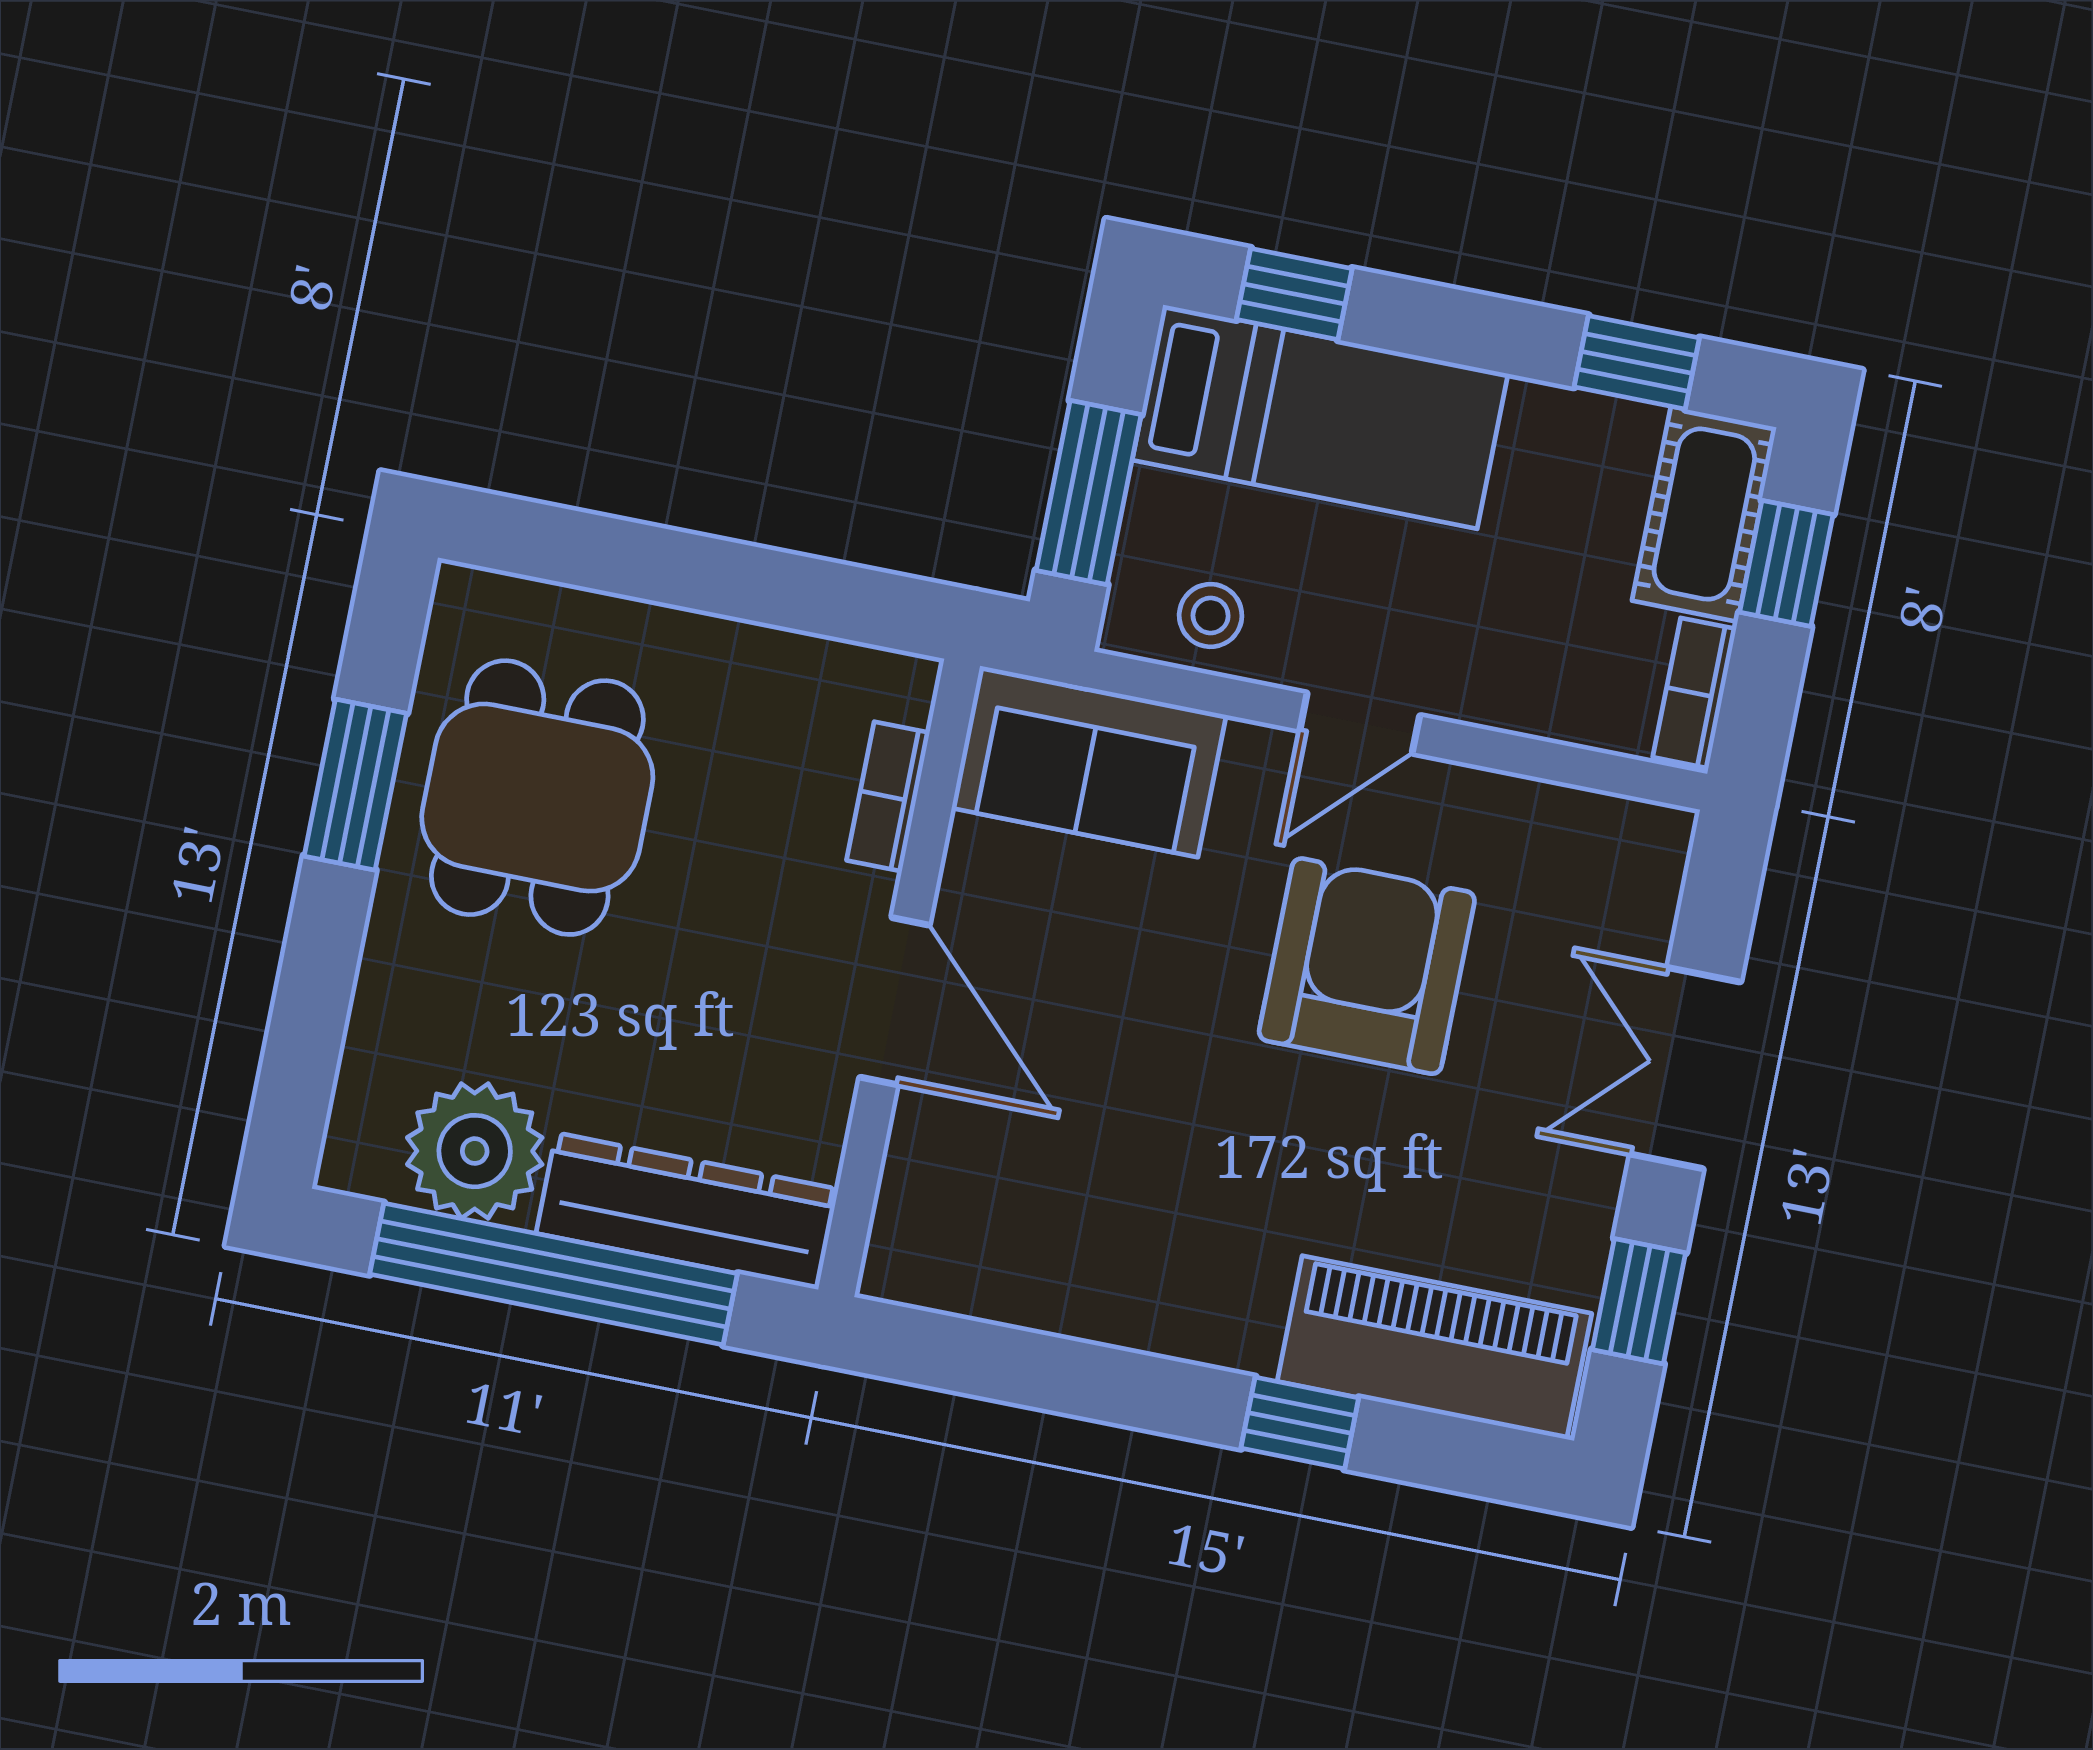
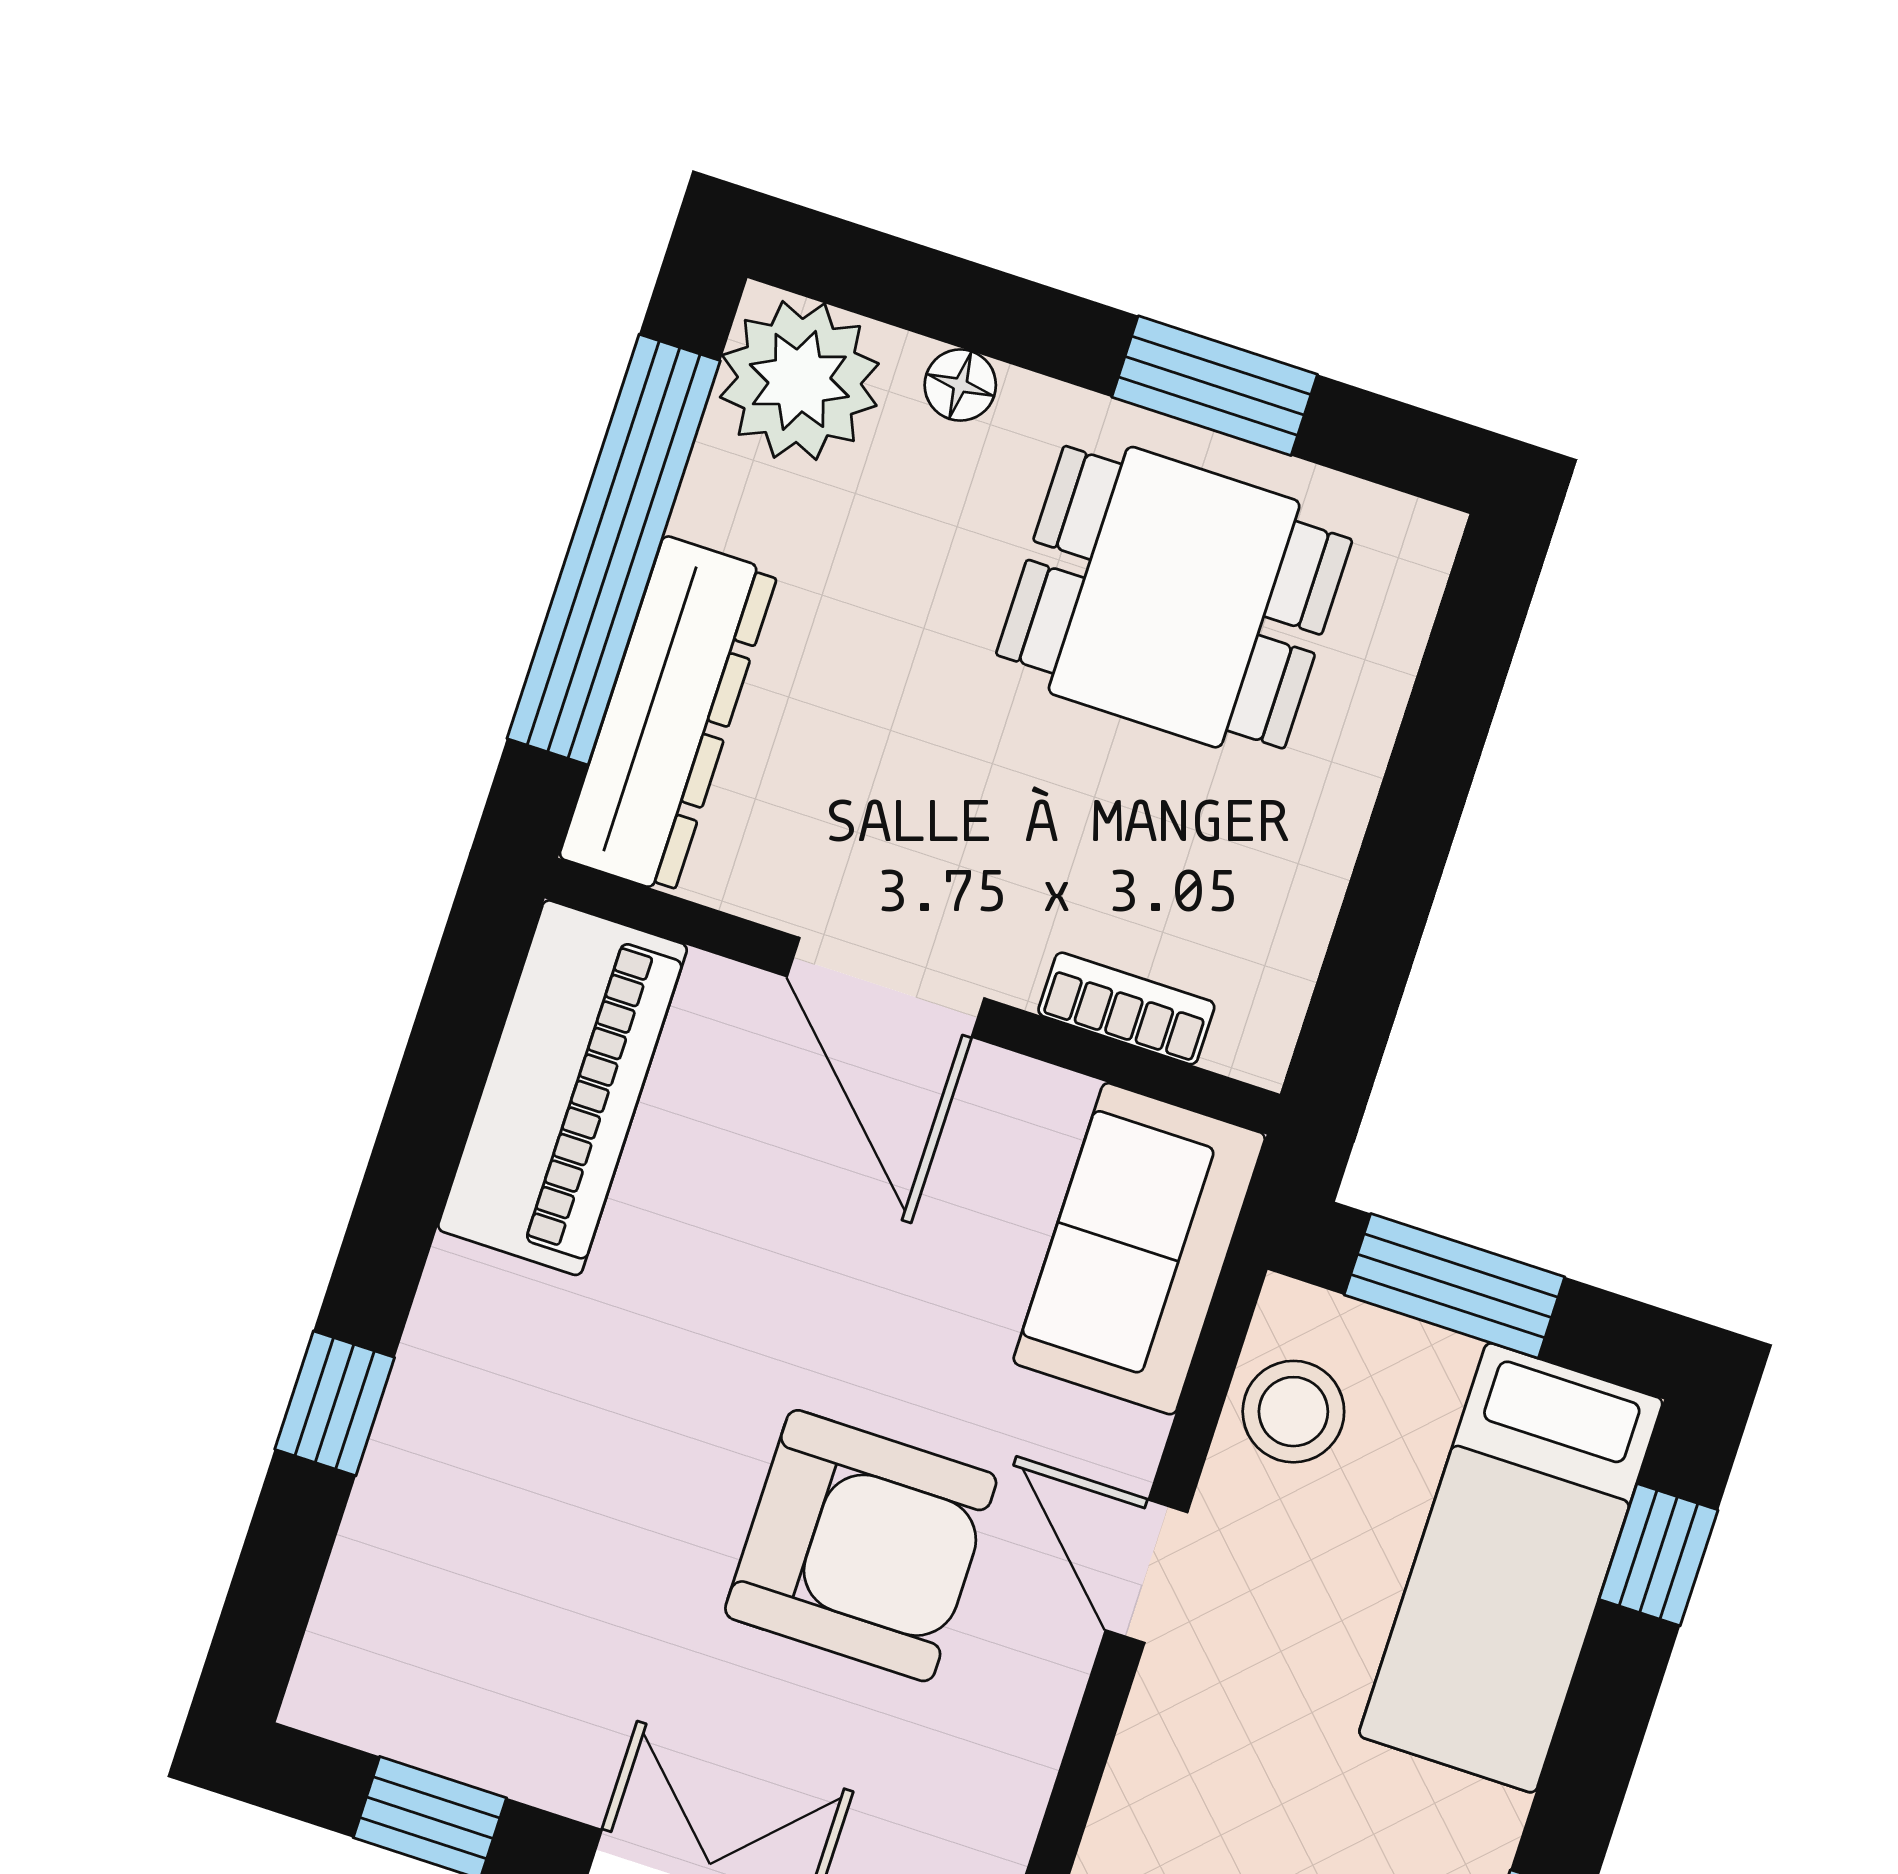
stool: (1211, 615) -> (1293, 1412), width x1.37, depth x1.37
floor lamp: (380, 999) -> (960, 385), added
door: (895, 1001) -> (886, 987), hinge flipped
plant: (475, 1151) -> (799, 380), moved
piano: (1434, 1347) -> (563, 1088), moved

